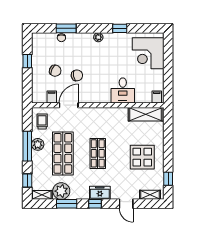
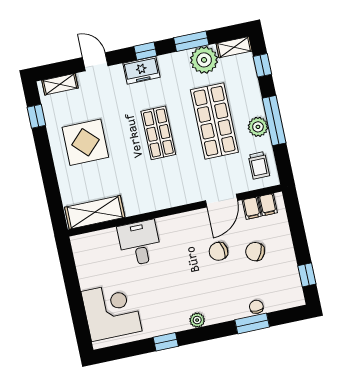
window: (27, 61) -> (307, 275), moved
filing cabinet: (157, 97) -> (268, 205), moved

